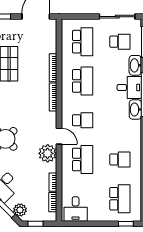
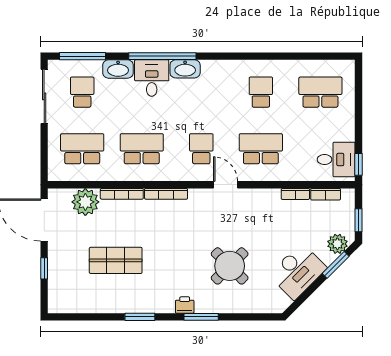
door: (59, 136) -> (225, 185), hinge flipped
plant: (48, 153) -> (85, 202), moved
window: (126, 224) -> (358, 164), moved

